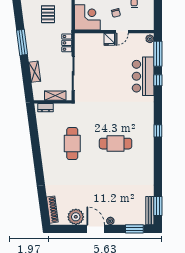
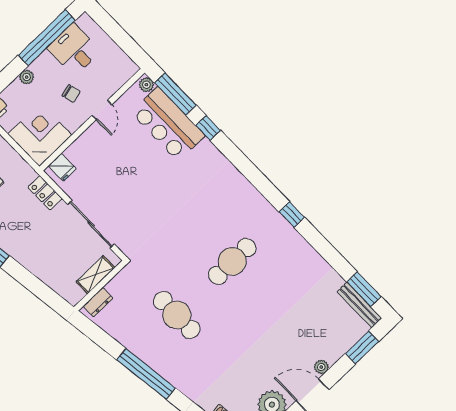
fridge: (109, 39) -> (62, 167), moved
shelving: (35, 72) -> (40, 269), removed
bar counter: (143, 76) -> (168, 124), moved
window: (158, 131) -> (292, 215), moved
window: (37, 155) -> (146, 374), added

